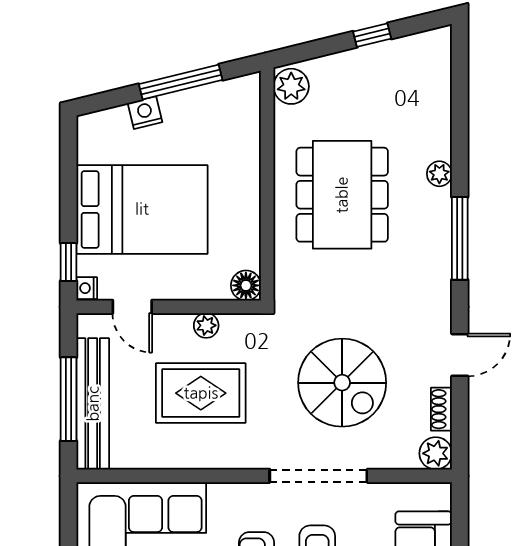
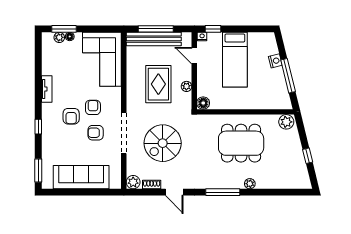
bed: (142, 209) -> (235, 60), width x0.67
door: (132, 307) -> (194, 56), hinge flipped

